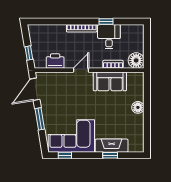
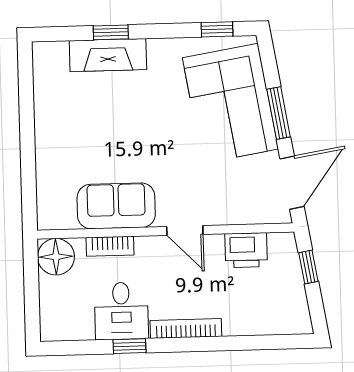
door: (81, 70) -> (185, 231), hinge flipped
floor lamp: (138, 107) -> (49, 147), removed
corner sofa: (71, 136) -> (230, 103), moved, turned 81

